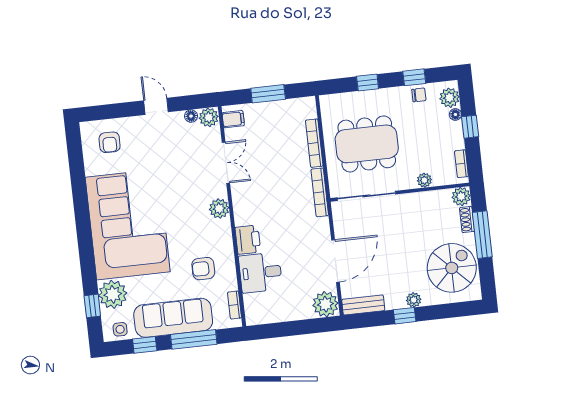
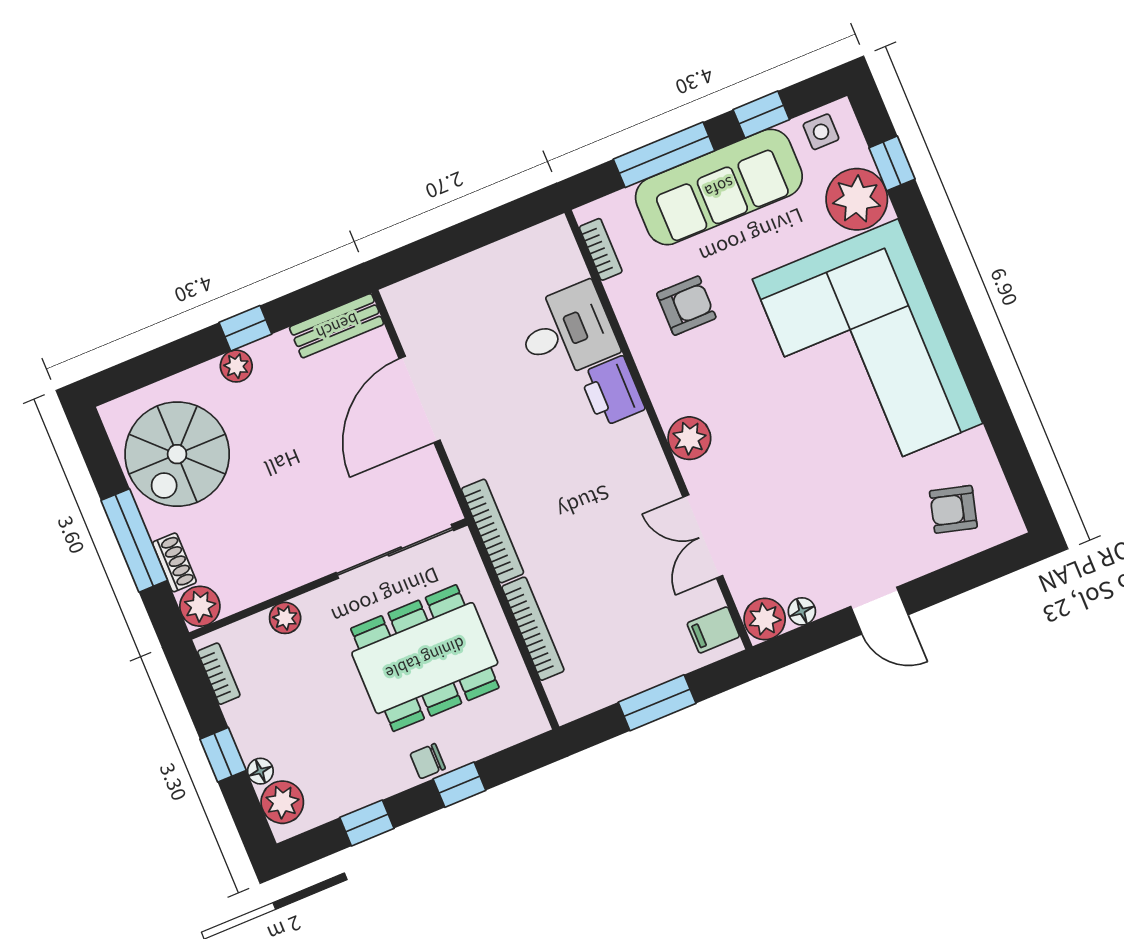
chair: (419, 95) -> (428, 761), moved
armchair: (110, 142) -> (953, 509), turned -76
plant: (325, 304) -> (415, 305), removed

